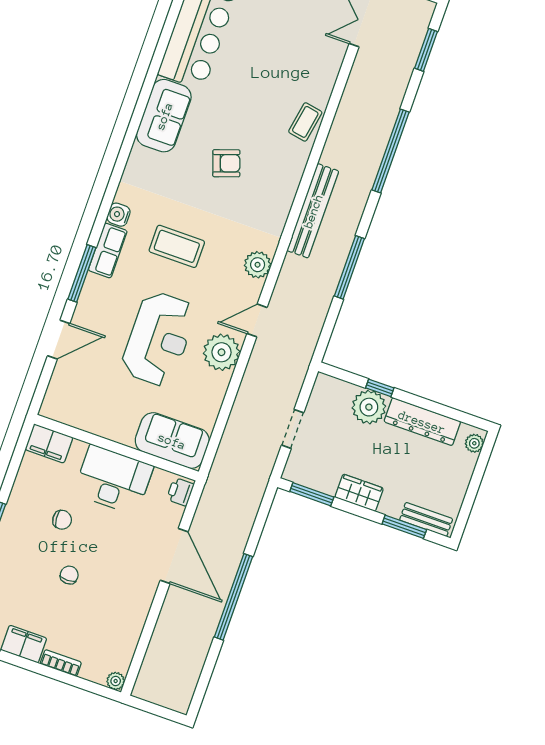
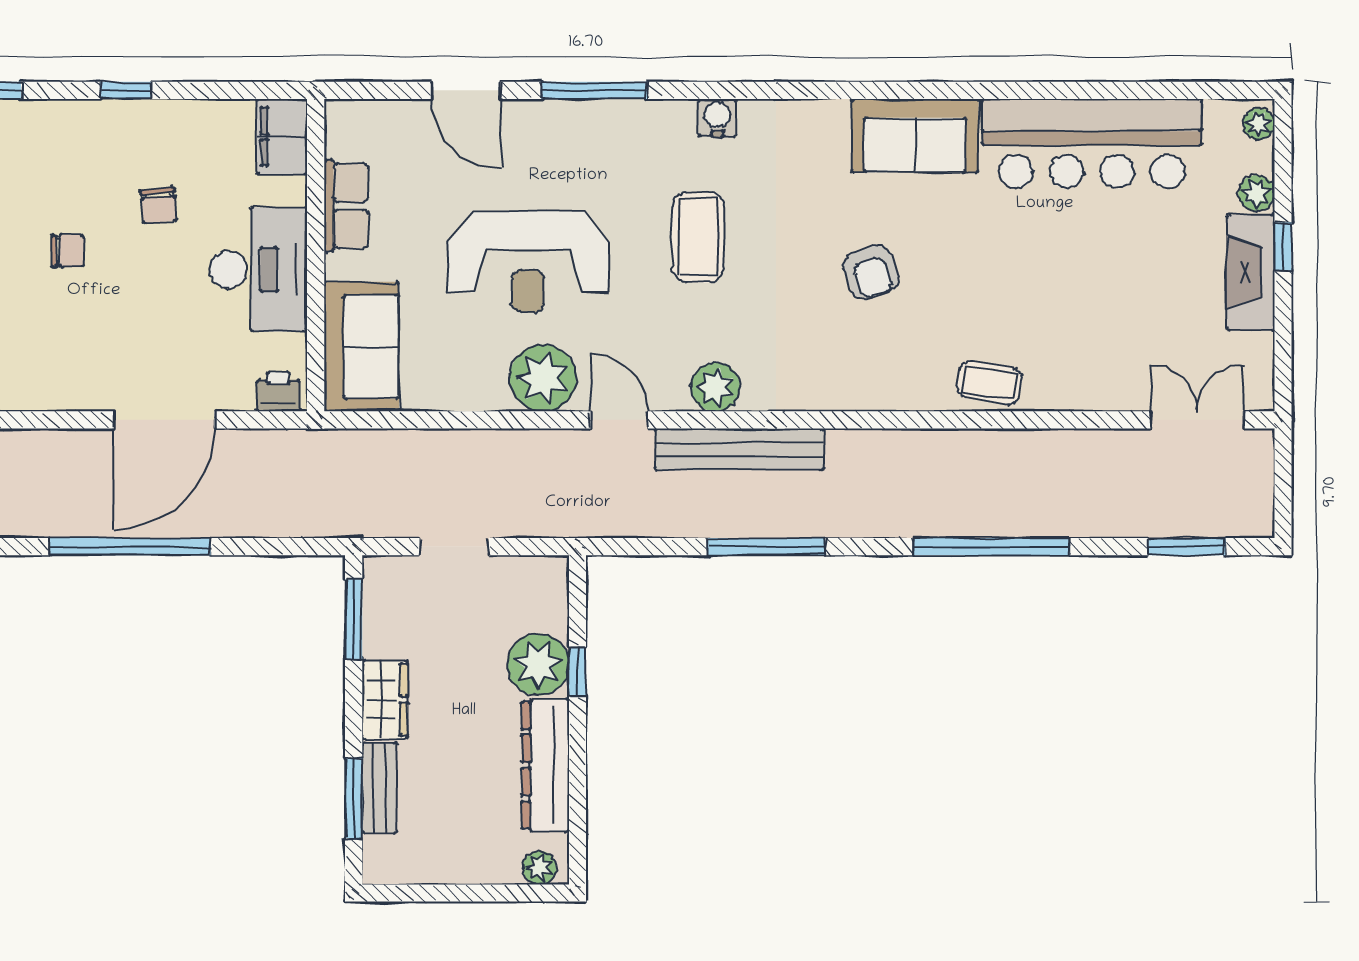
bench: (313, 211) -> (739, 449), moved
row of seats: (108, 251) -> (346, 206), moved, turned -90
bench: (426, 519) -> (379, 788), moved

